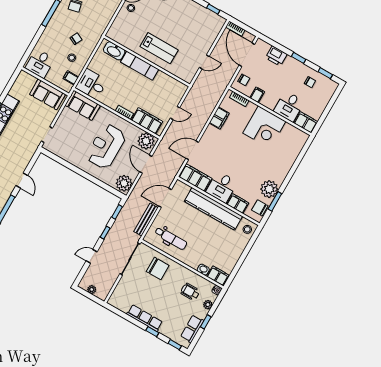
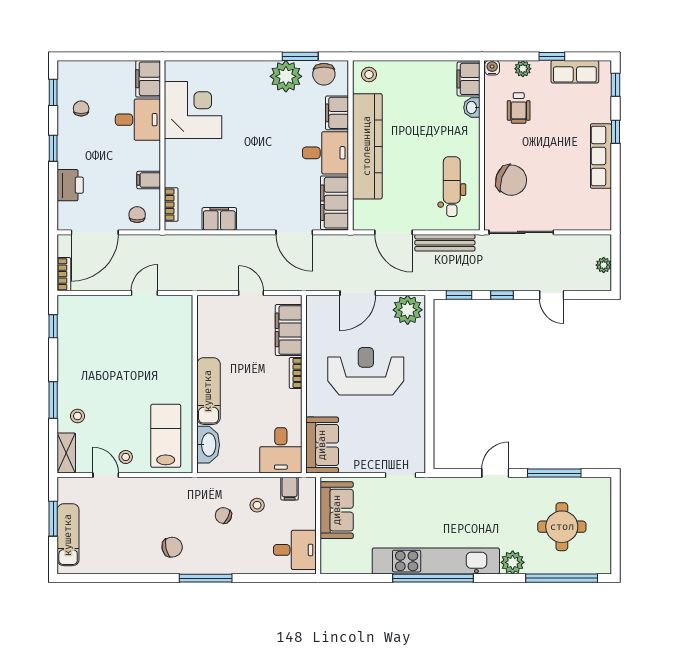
lab bench: (159, 48) -> (166, 436), moved
door: (204, 62) -> (144, 293), hinge flipped
corner desk: (264, 127) -> (193, 110), moved
plant: (146, 141) -> (321, 313), removed
reception desk: (106, 146) -> (366, 371), turned 180
chair: (158, 268) -> (511, 180), turned 110

